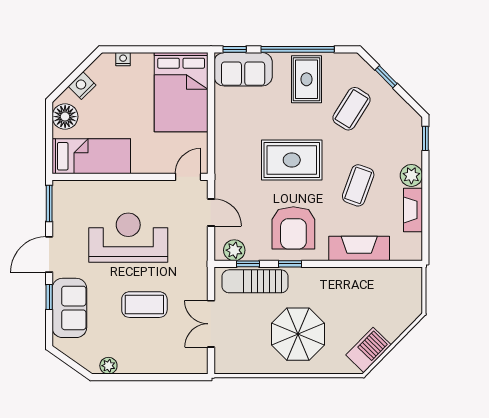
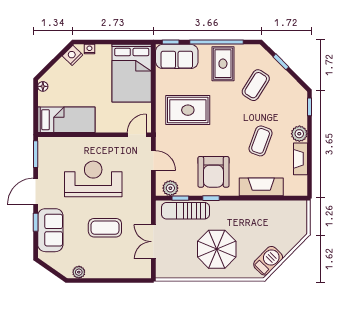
nightstand: (82, 86) -> (73, 55), moved
floor lamp: (65, 117) -> (43, 86), width x0.53, depth x0.53
rug: (292, 160) -> (188, 110), moved

